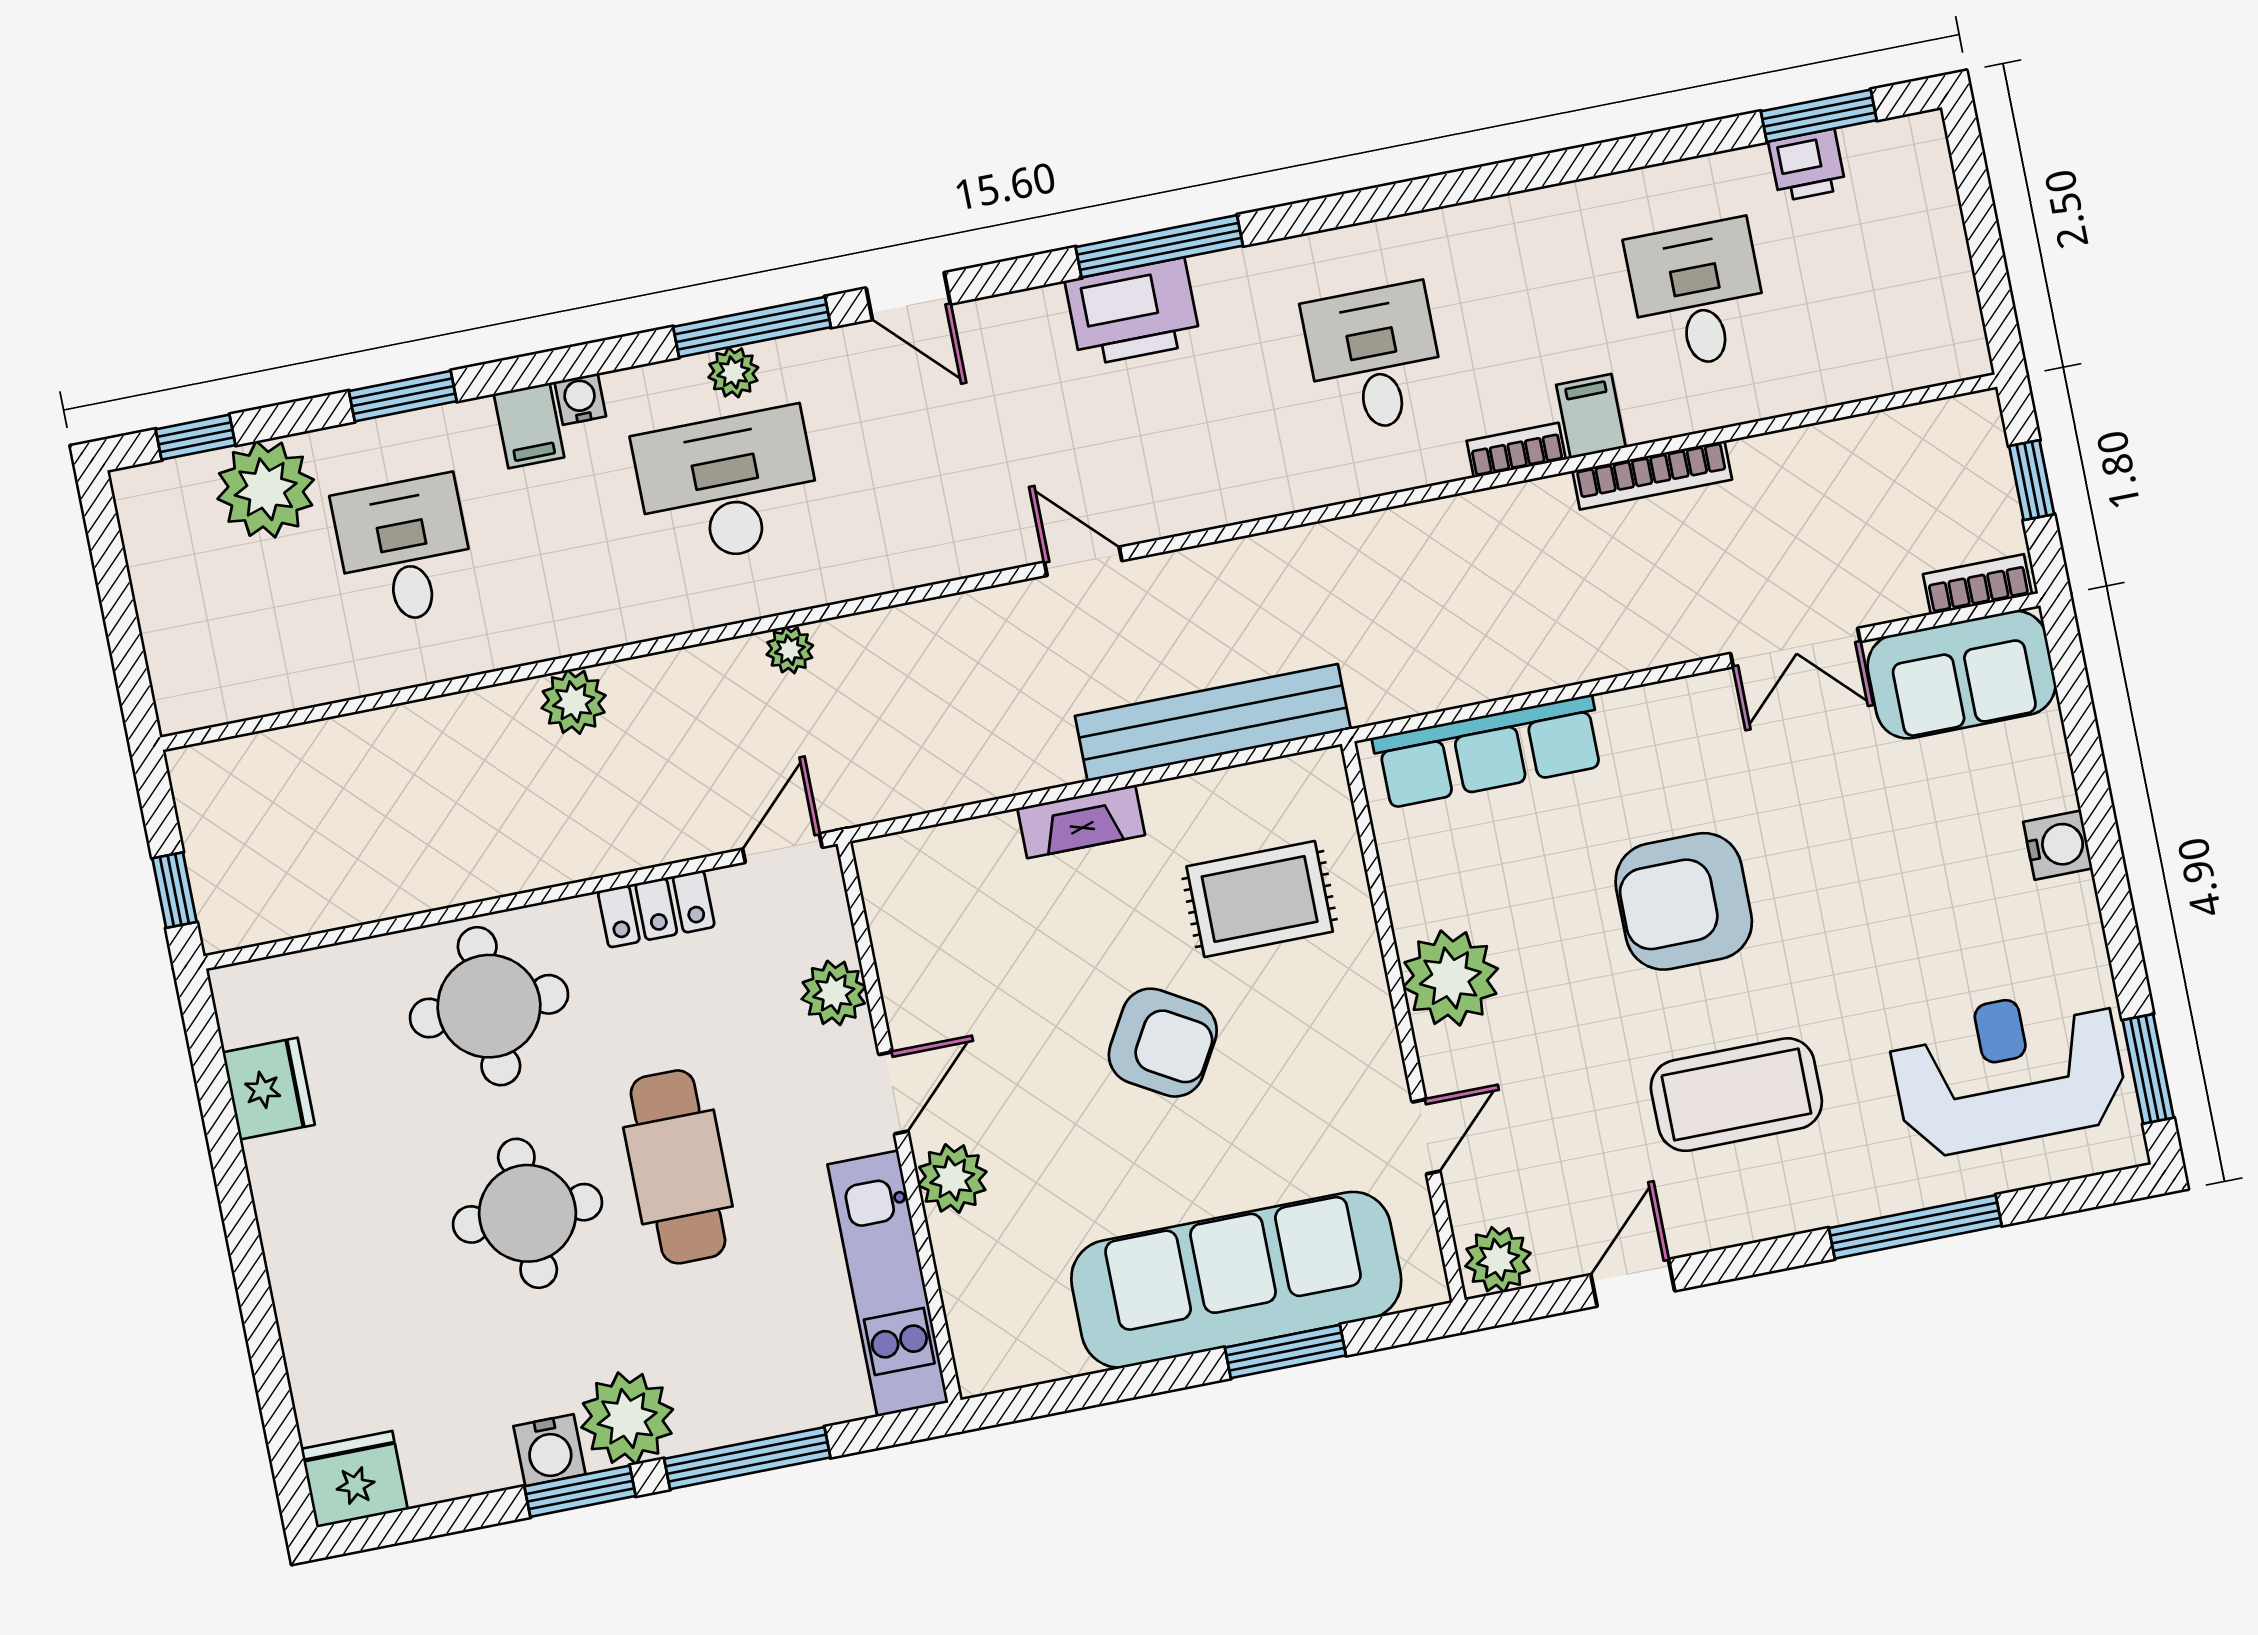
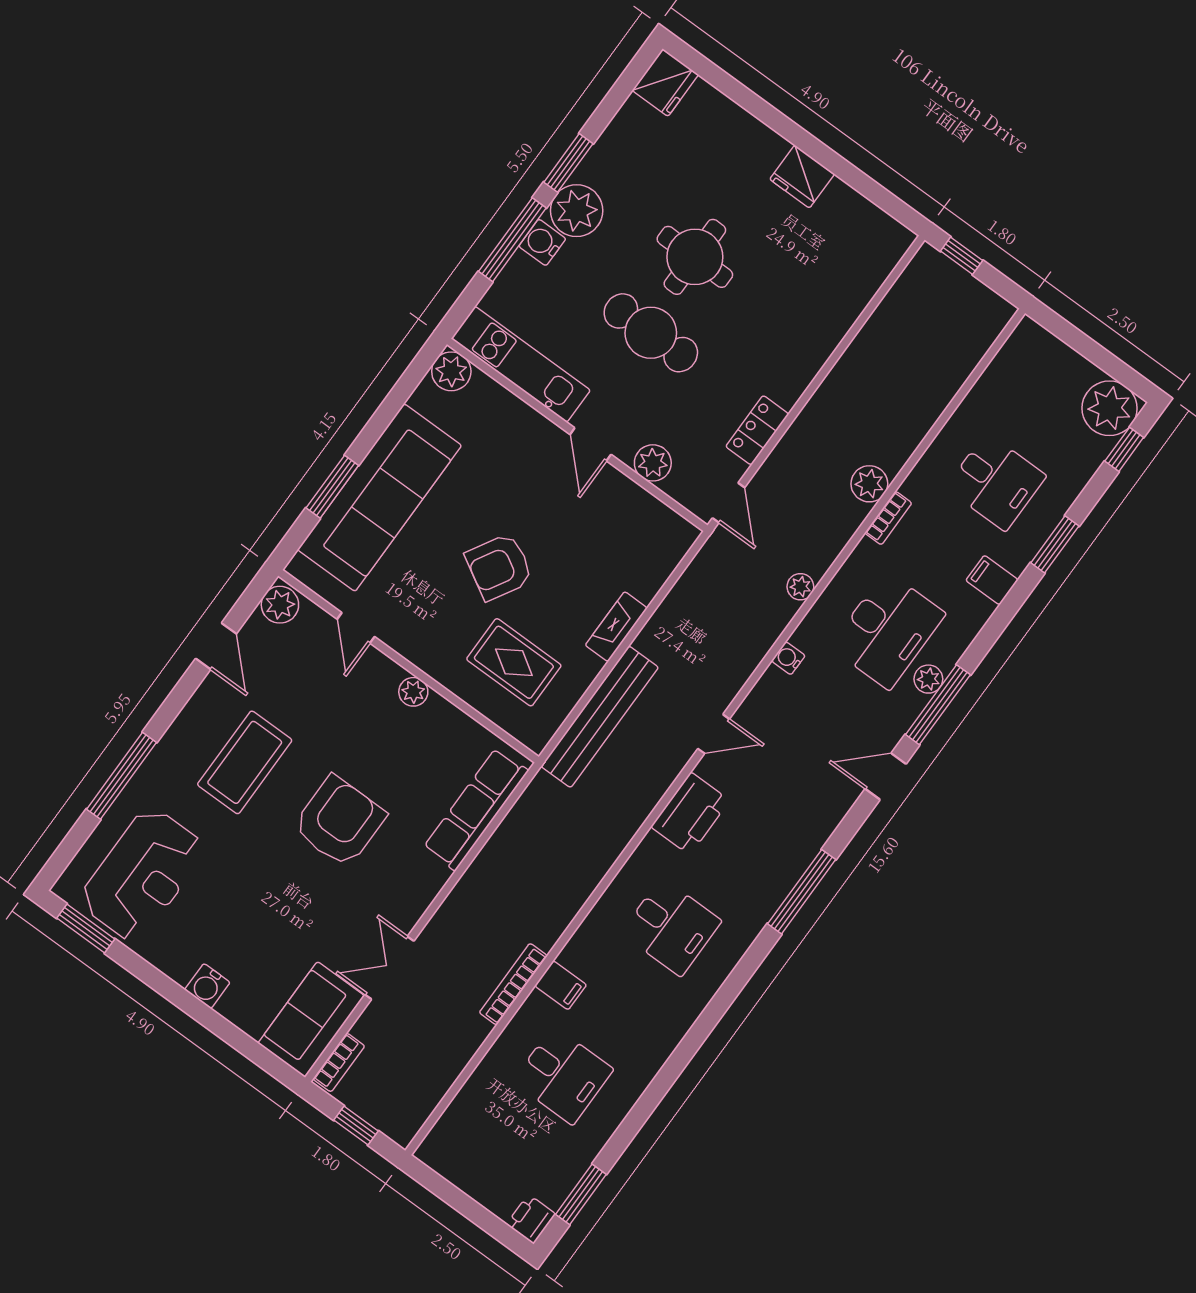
printer: (1807, 165) -> (531, 1219), moved
printer: (1133, 312) -> (690, 814), moved, turned 180
water cooler: (580, 399) -> (788, 658), moved, turned 180
bookcase: (1516, 450) -> (888, 518), moved
plant: (266, 489) -> (1109, 408), moved
rug: (1260, 899) -> (514, 662), turned 90
plant: (1450, 978) -> (413, 692), width x0.53, depth x0.53
round table: (489, 1006) -> (789, 327), removed
fridge: (269, 1089) -> (802, 177), moved
plant: (952, 1178) -> (451, 371), moved
water cooler: (549, 1450) -> (542, 242), moved

